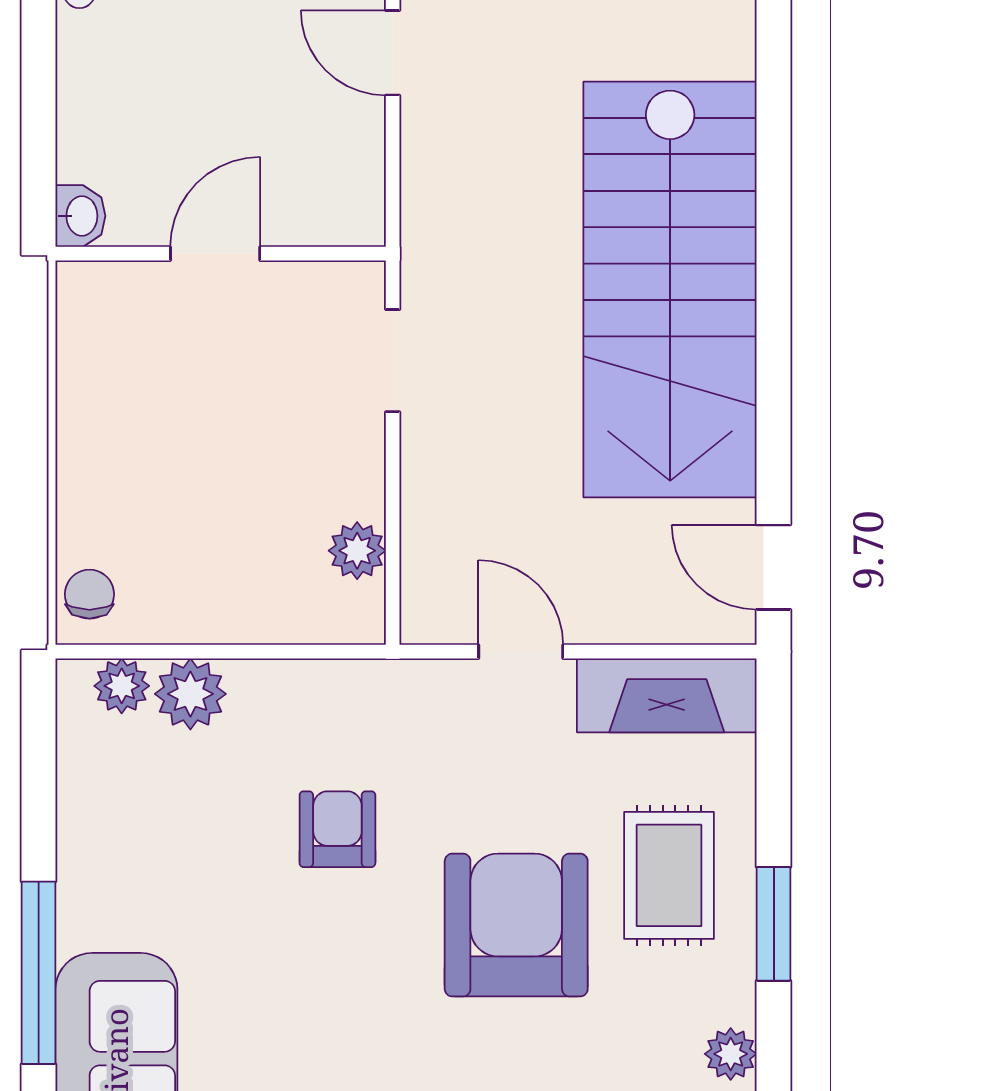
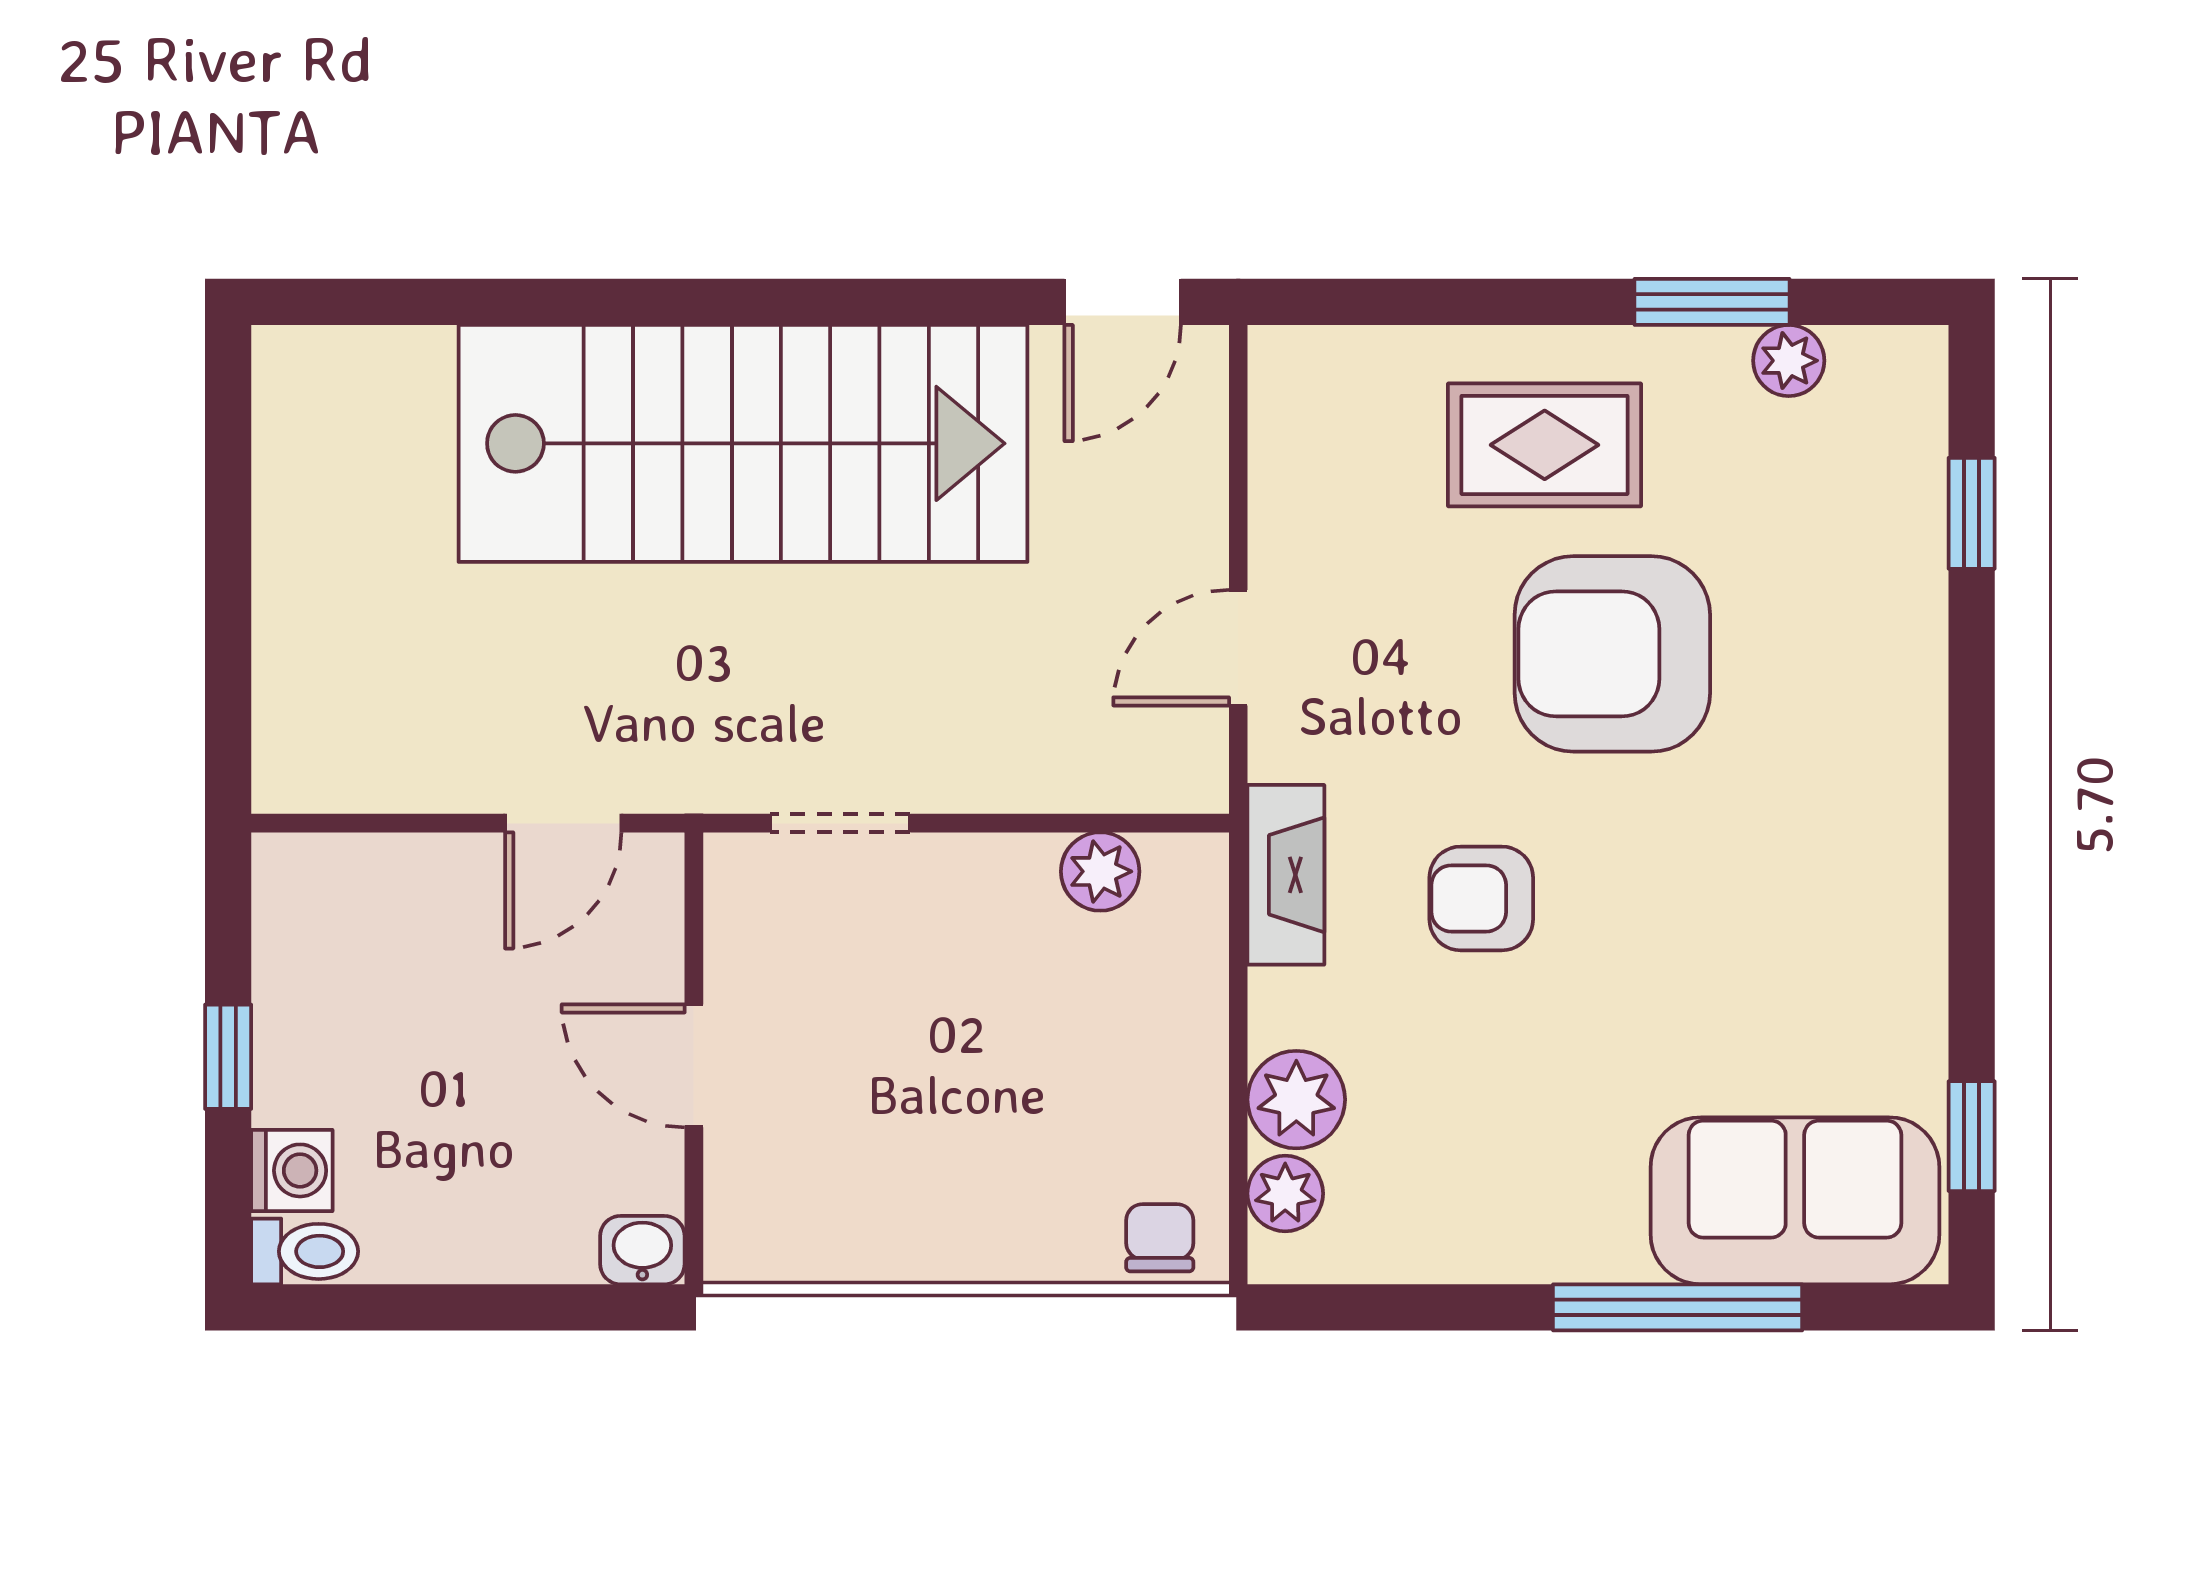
door: (393, 53) -> (563, 823), moved
chair: (89, 594) -> (1160, 1238), turned 90
fireplace: (667, 695) -> (1286, 875), moved, width x0.73, depth x0.76
window: (774, 924) -> (1712, 302), moved

